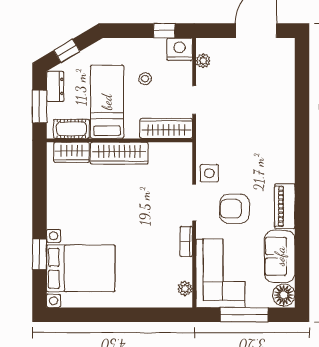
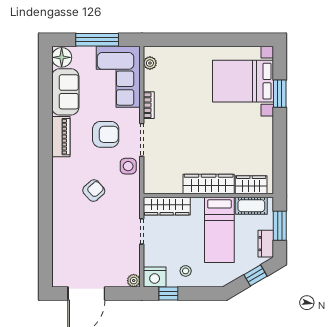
plant: (203, 61) -> (134, 281), moved
stool: (145, 79) -> (186, 271), moved
armchair: (248, 146) -> (94, 191), added

